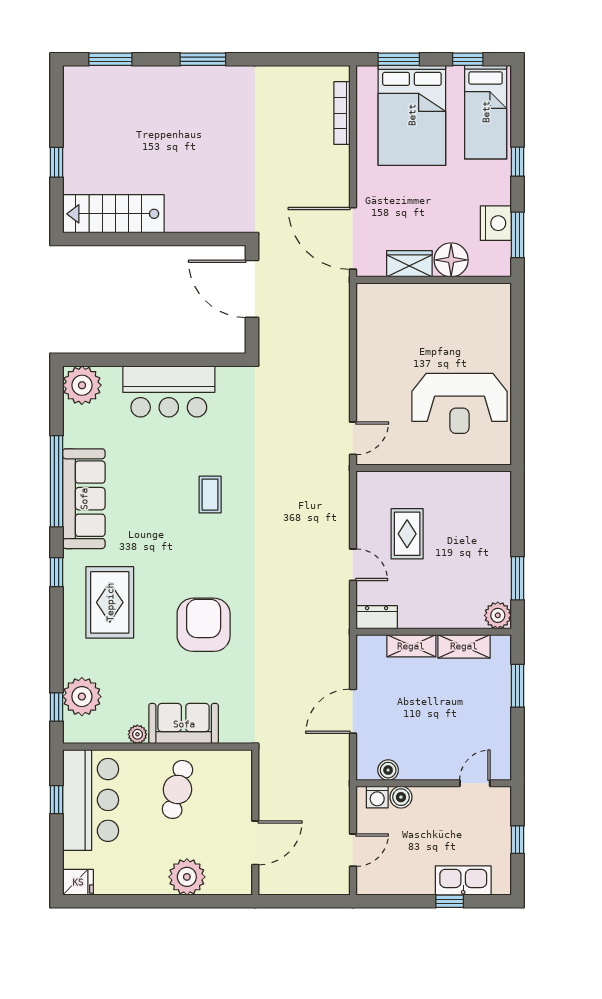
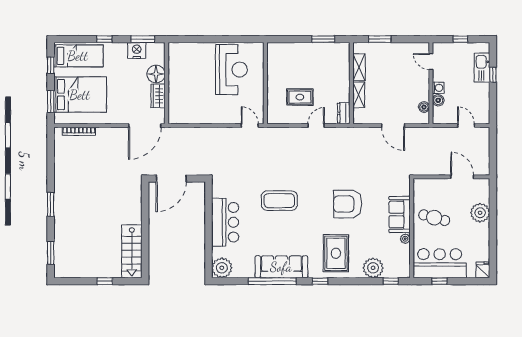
coffee table: (210, 495) -> (279, 201), width x1.86, depth x1.72
rug: (110, 602) -> (336, 253), turned 90
plant: (498, 615) -> (343, 49), removed
plant: (82, 697) -> (373, 268), moved
washing machine: (377, 797) -> (438, 88), moved

